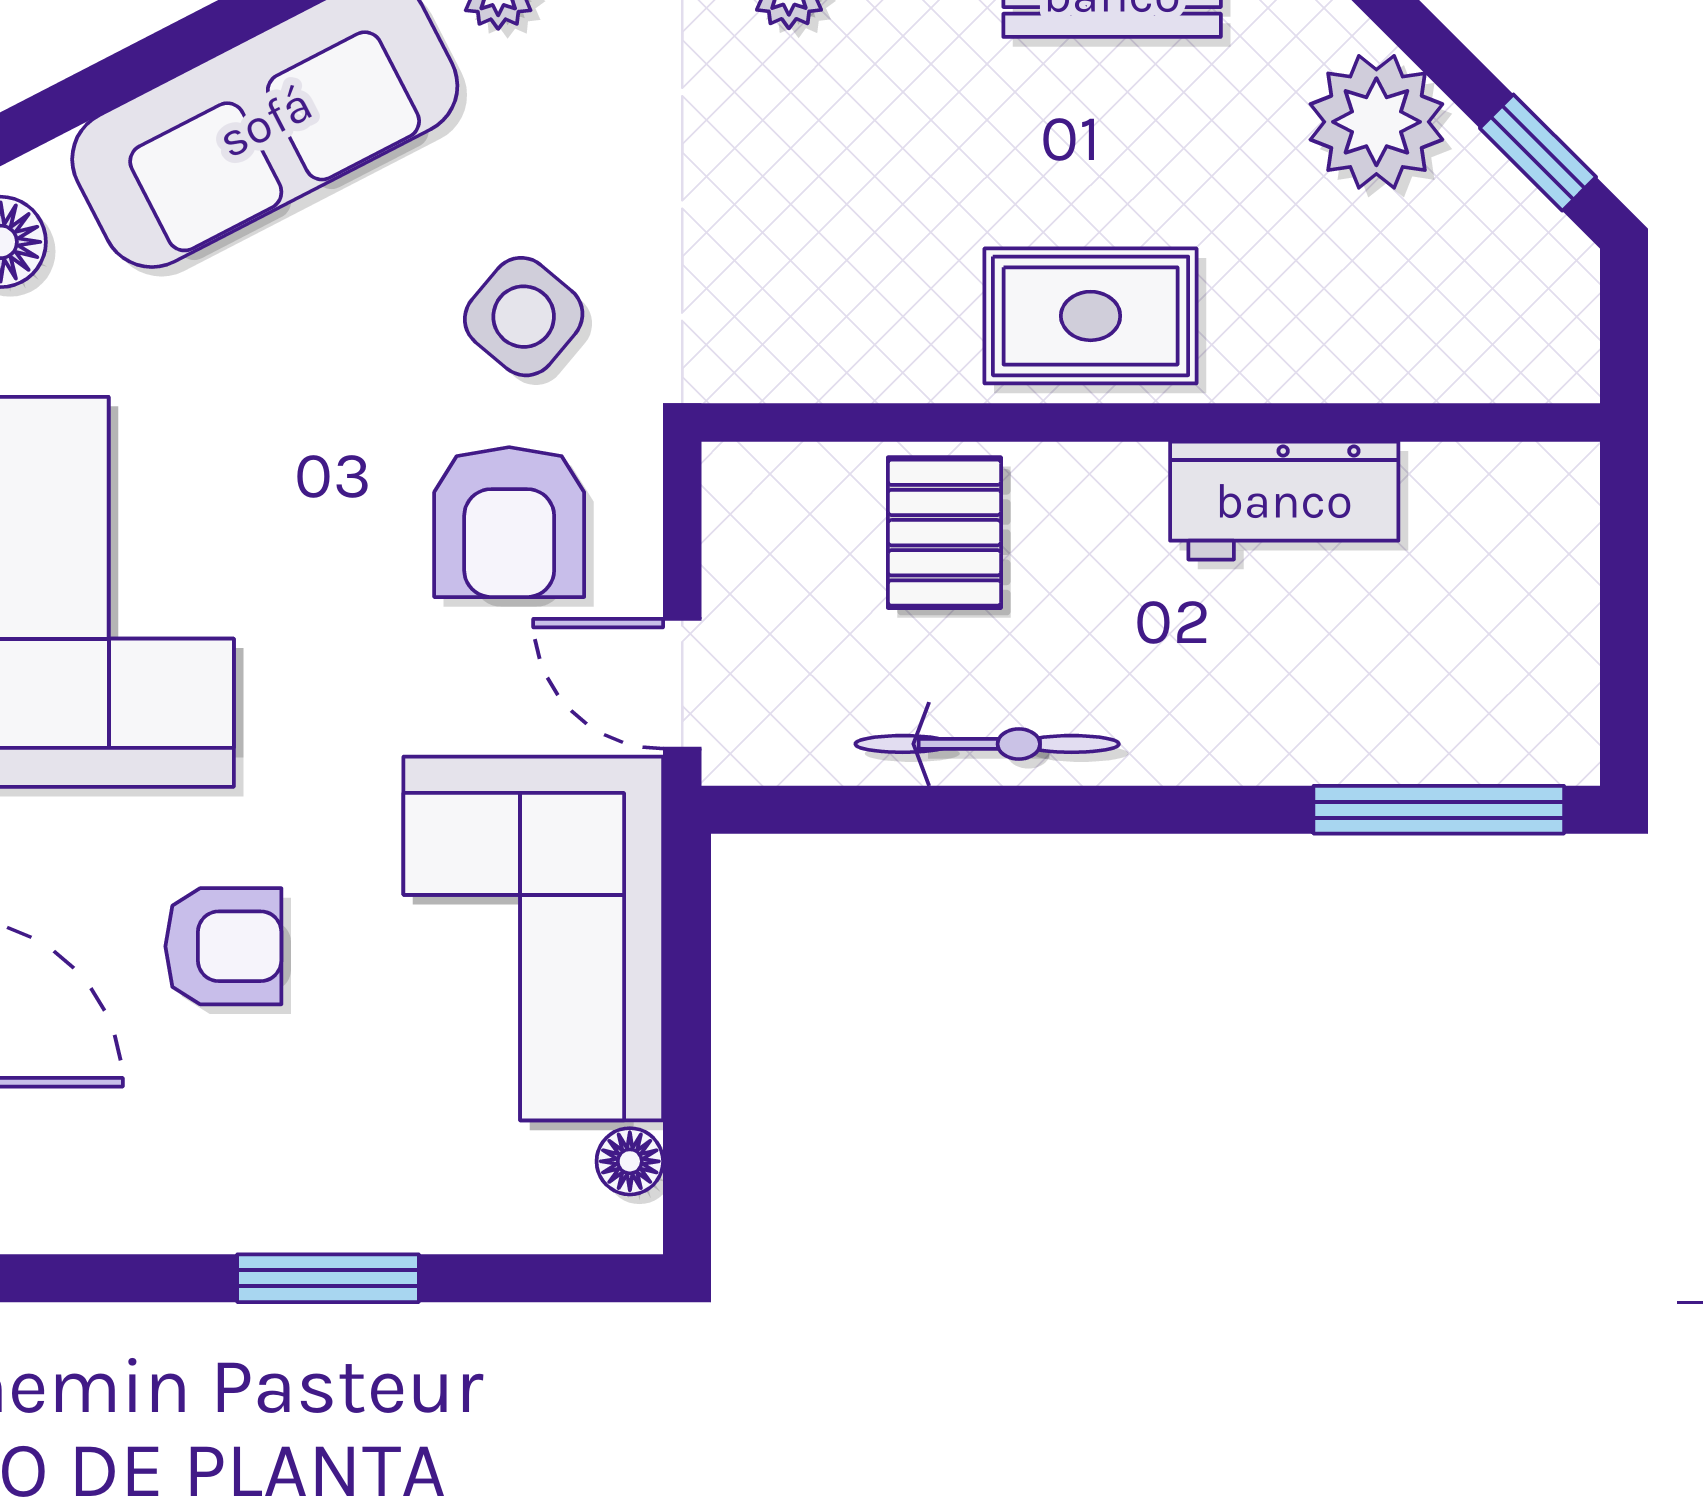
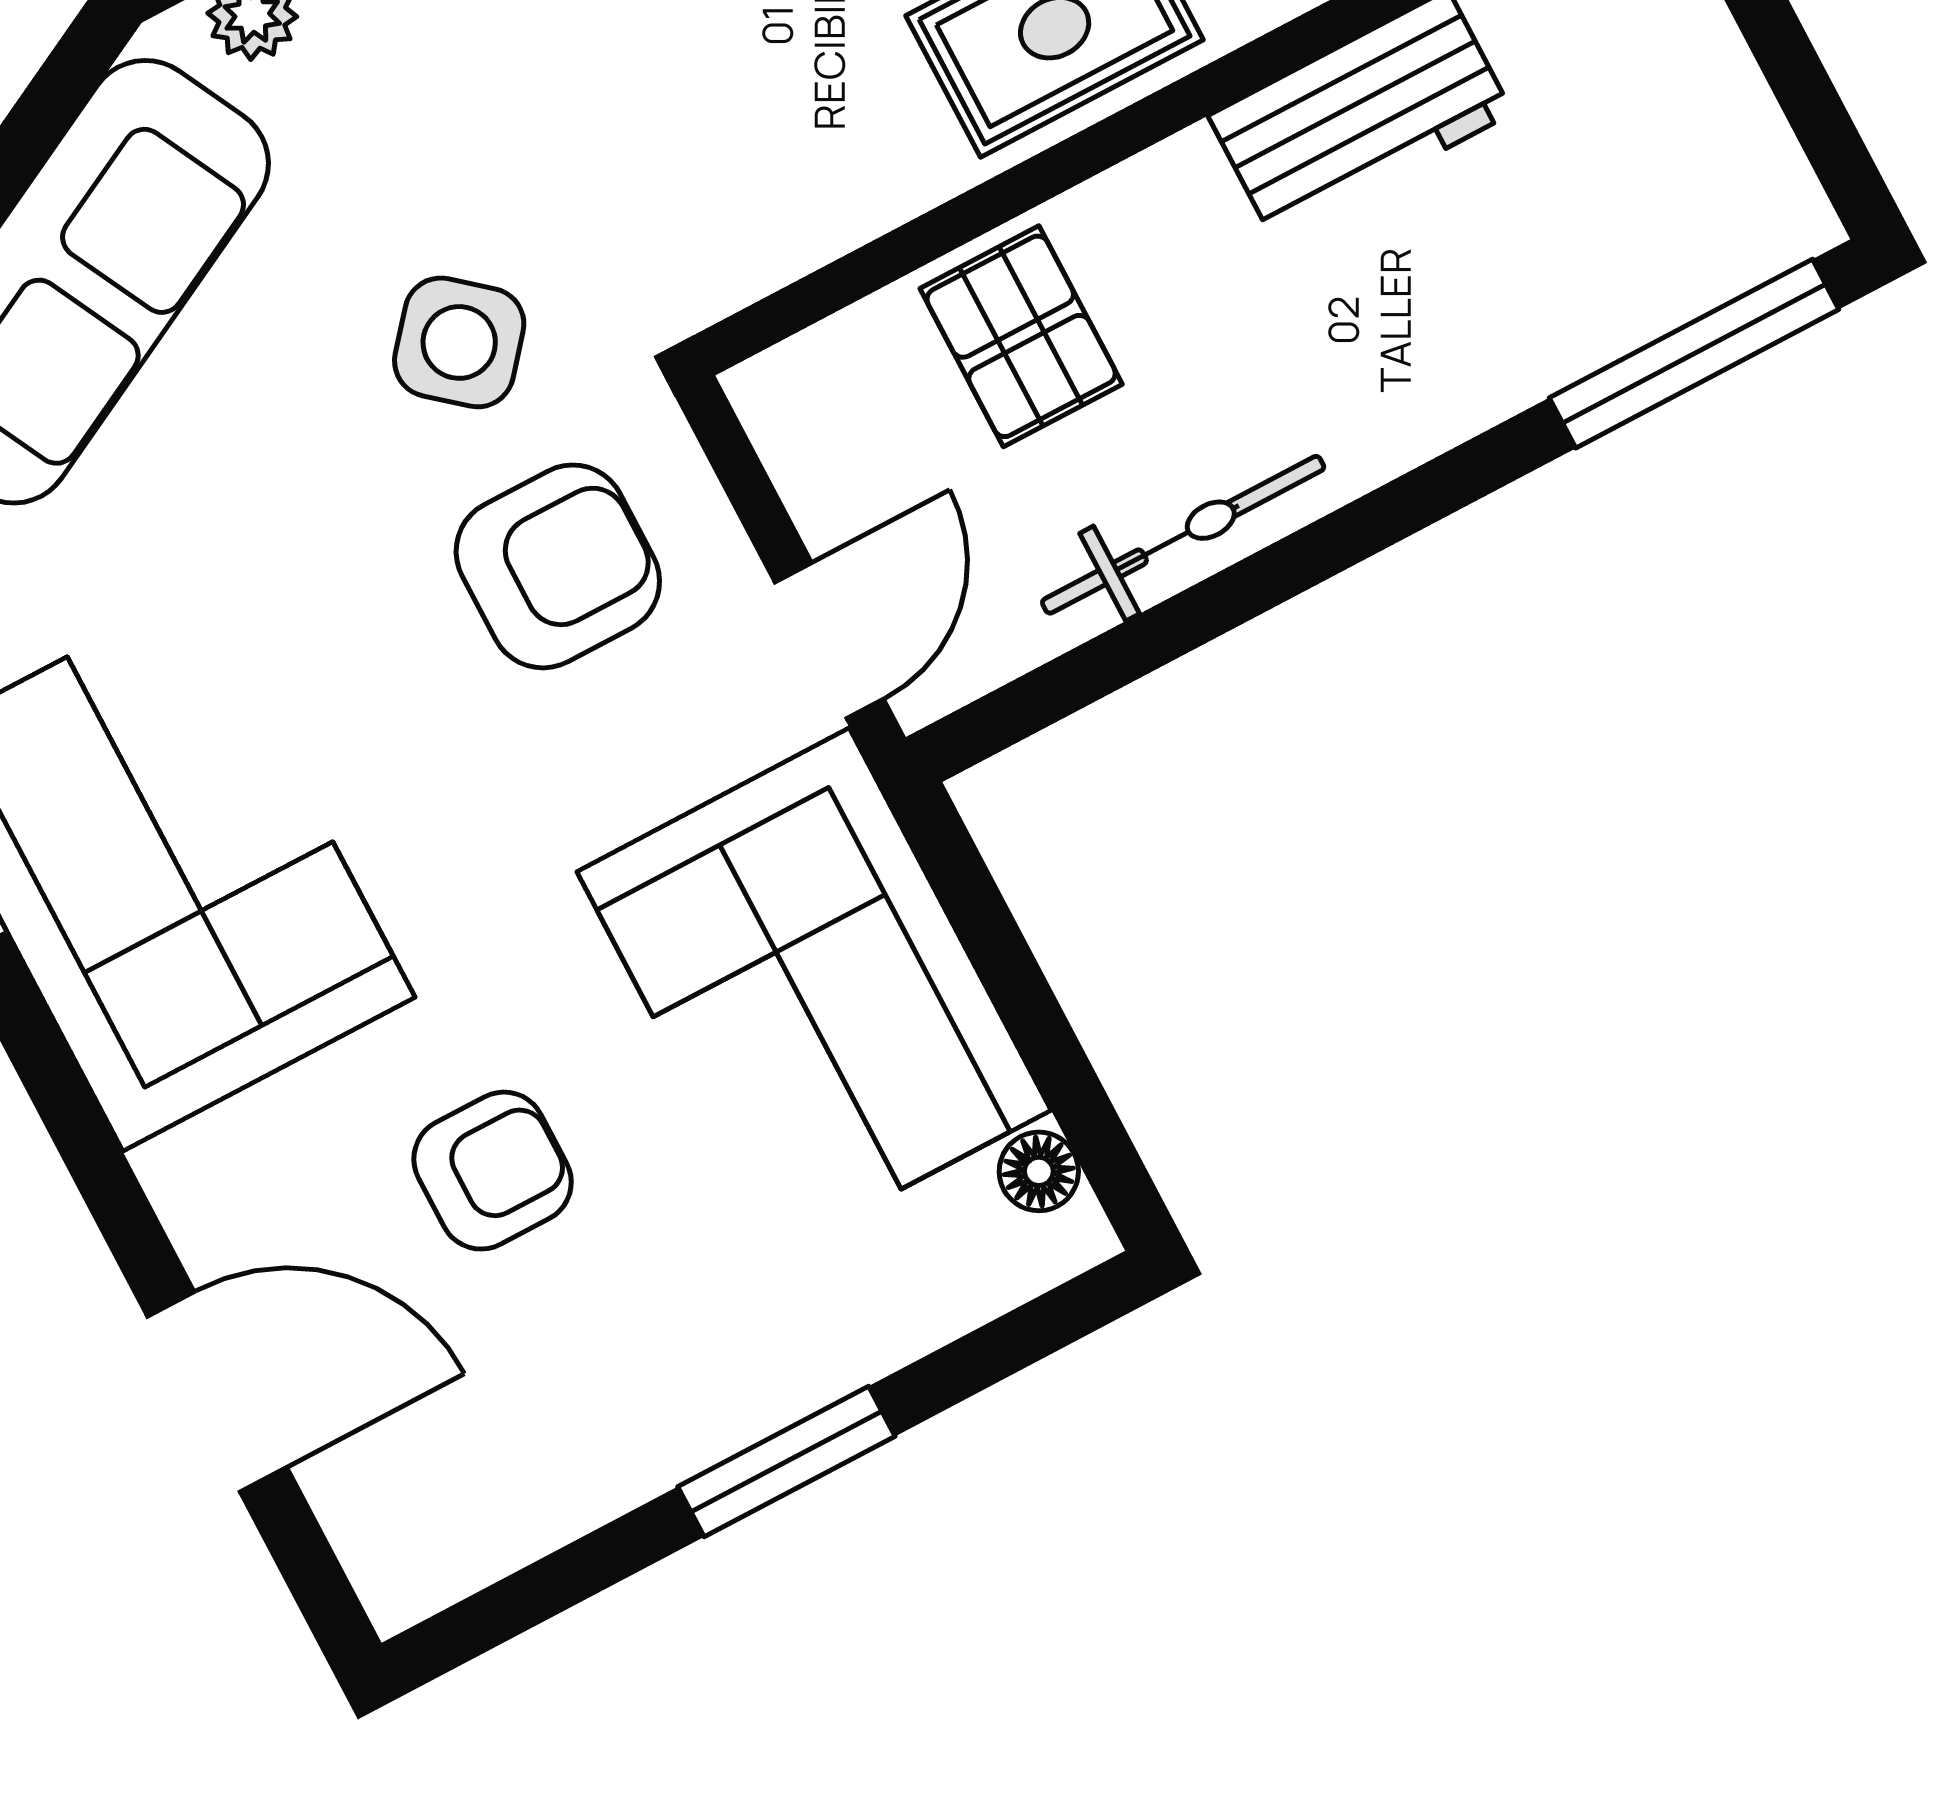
armchair: (509, 522) -> (558, 566), turned -90
door: (682, 684) -> (829, 640), swing flipped

